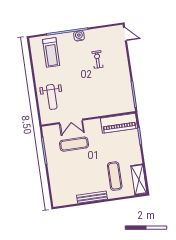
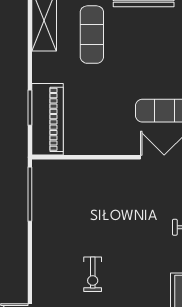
piano: (119, 123) -> (48, 119), moved, turned 90

